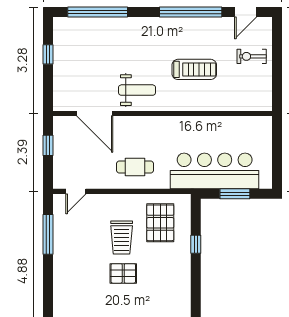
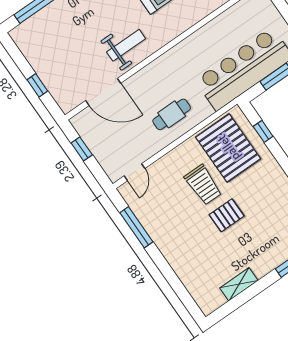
window: (48, 54) -> (37, 85), moved
pallet: (160, 223) -> (228, 148), width x1.37, depth x1.41
window: (196, 244) -> (263, 131), moved

